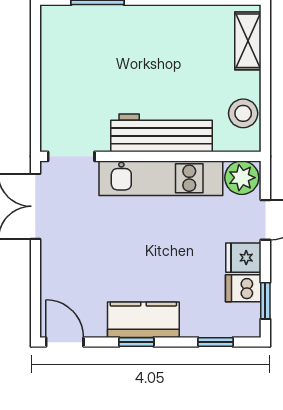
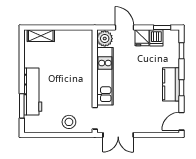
stool: (243, 113) -> (69, 122), moved
workbench: (161, 133) -> (33, 92), moved, turned 180

